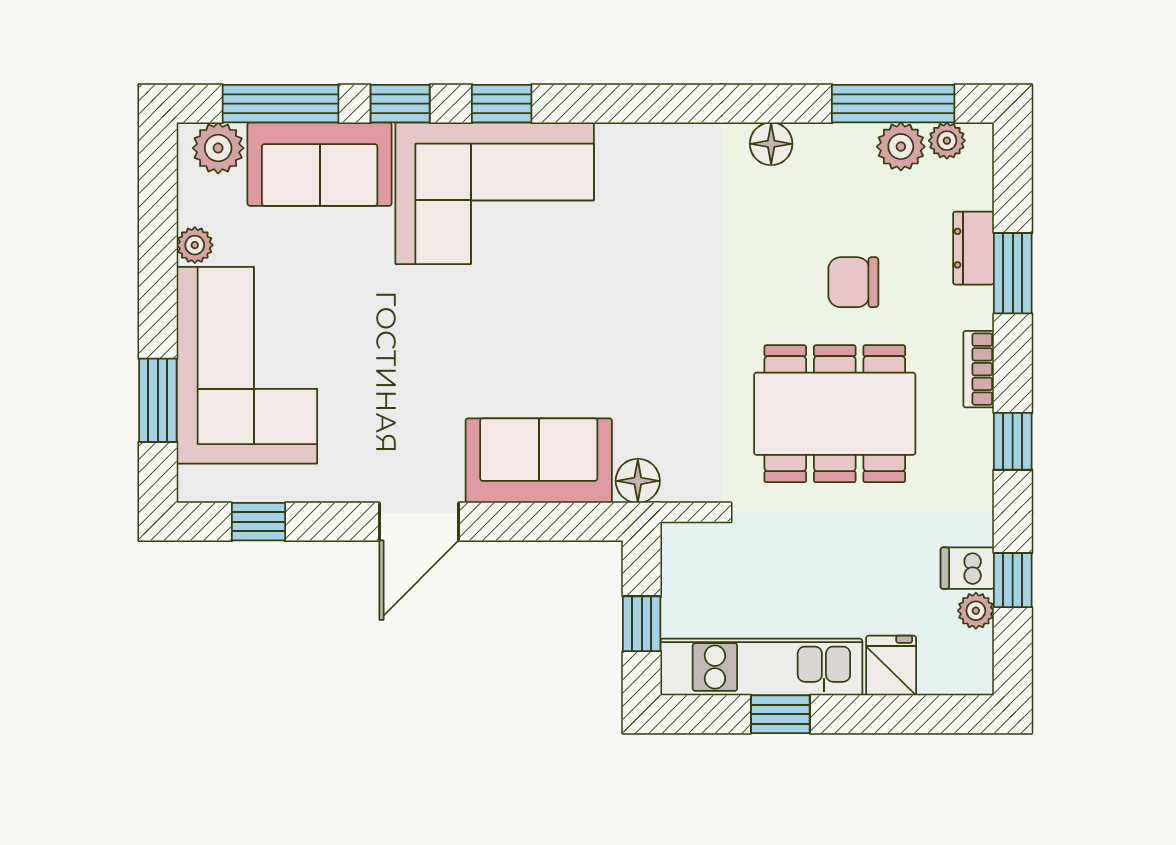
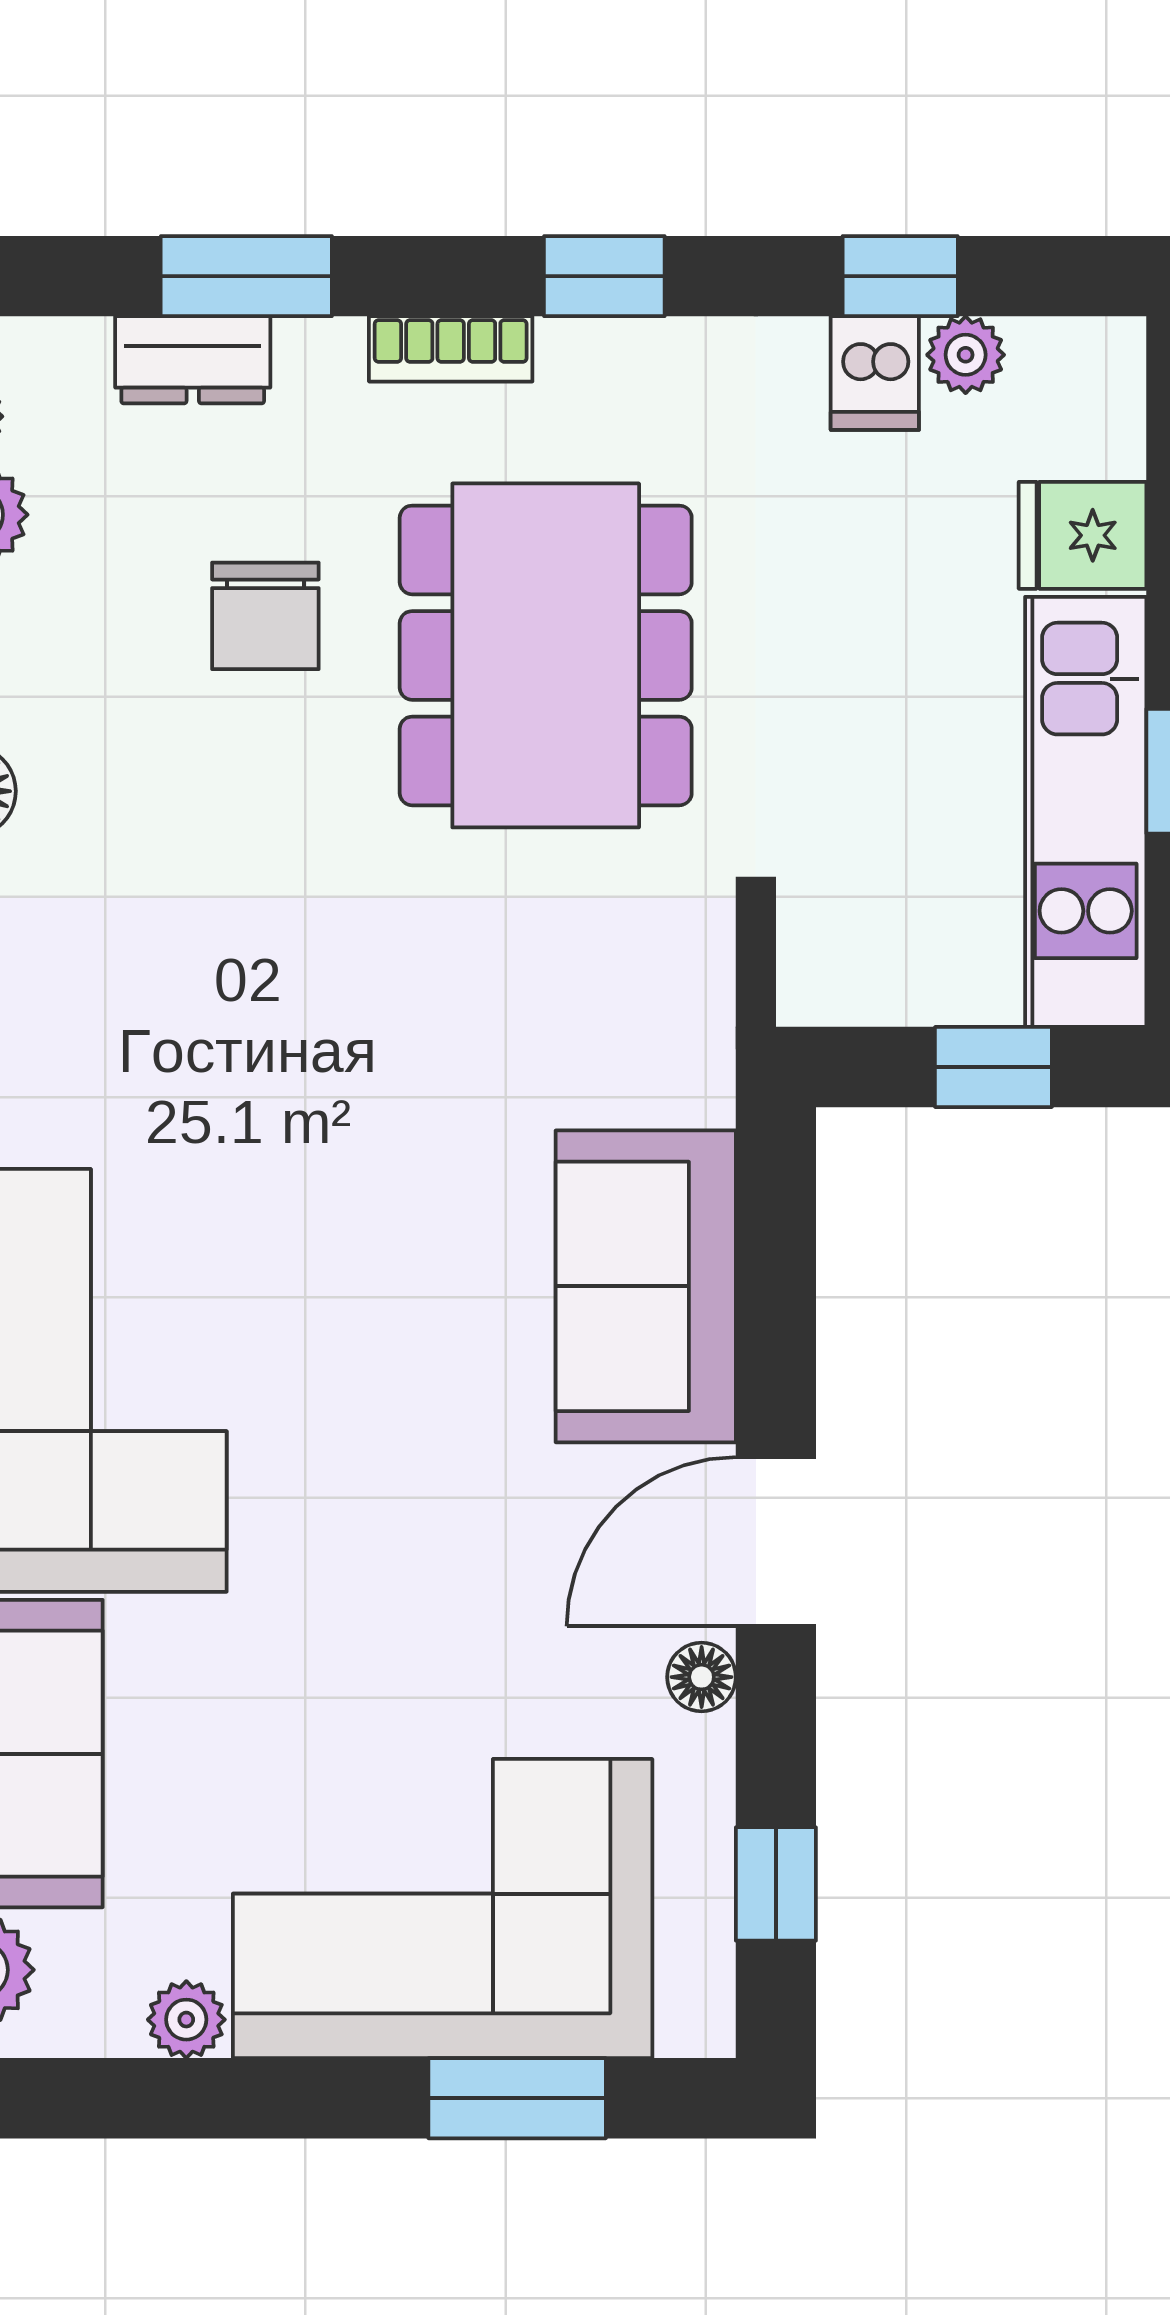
floor lamp: (638, 481) -> (702, 1677), moved, width x0.73, depth x0.73
door: (419, 522) -> (776, 1542), swing flipped

